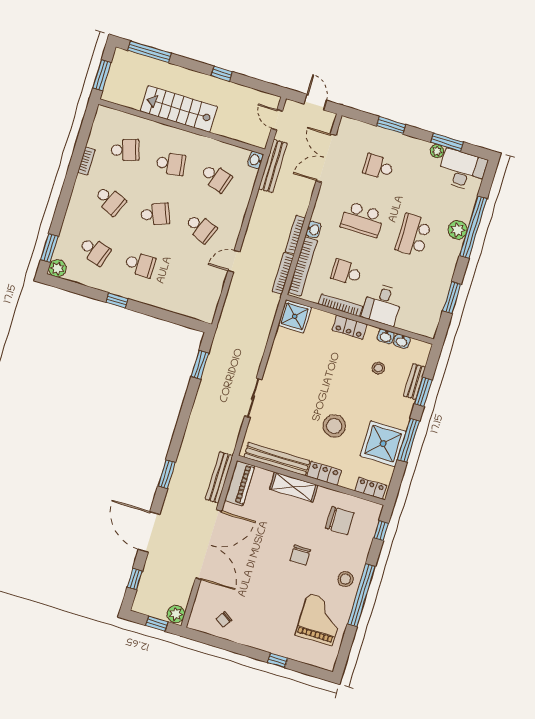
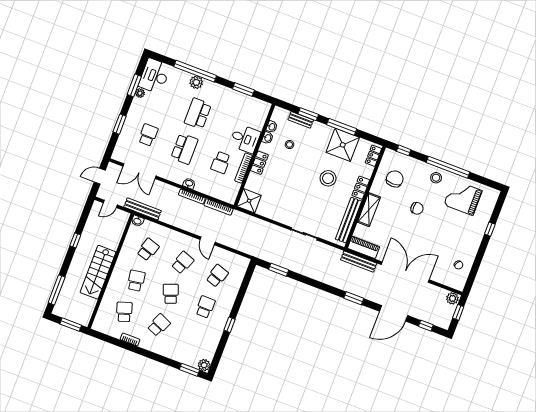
school desk: (378, 167) -> (148, 135), turned 180
school desk: (413, 235) -> (198, 114), turned 90
school desk: (95, 251) -> (217, 276), moved
bookcase: (303, 266) -> (214, 193), removed

